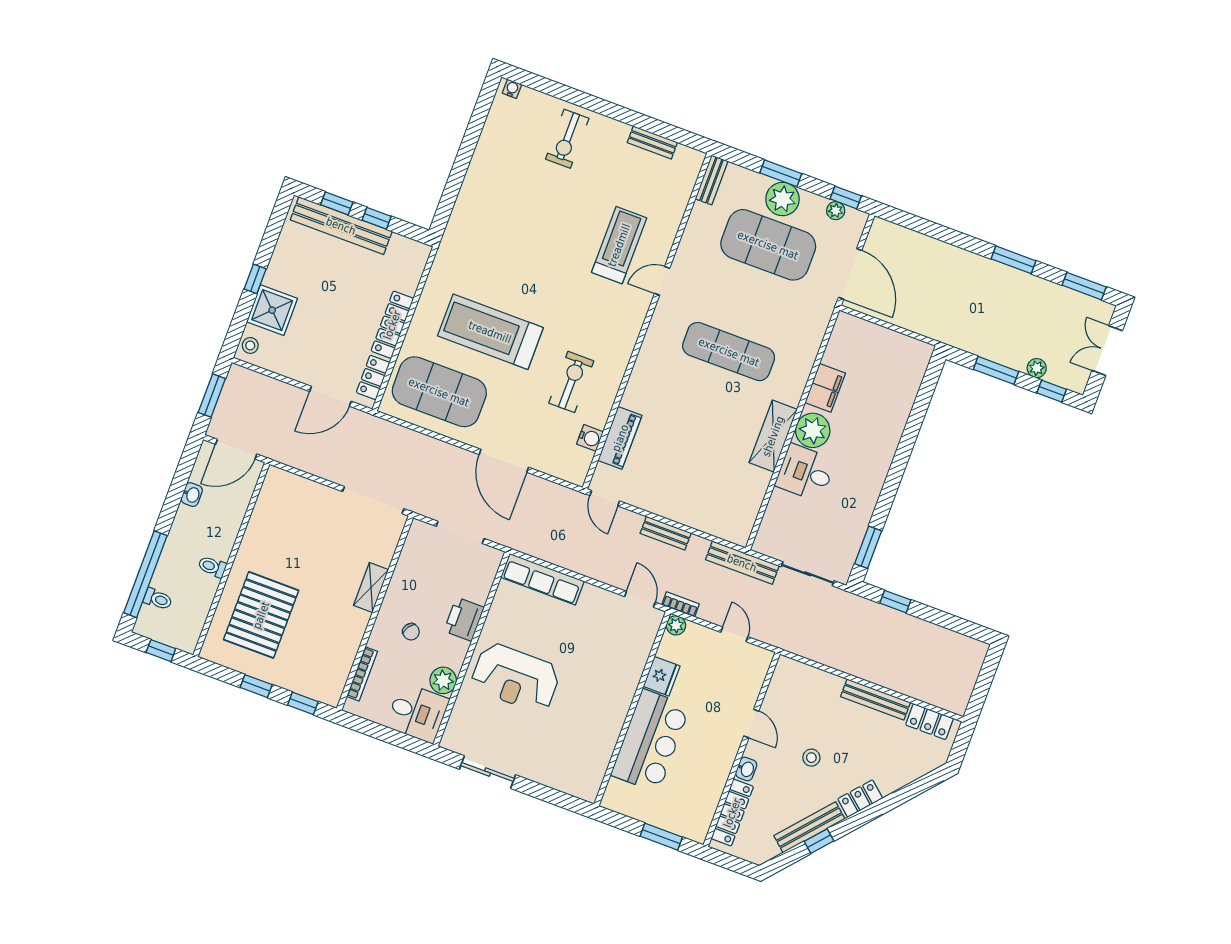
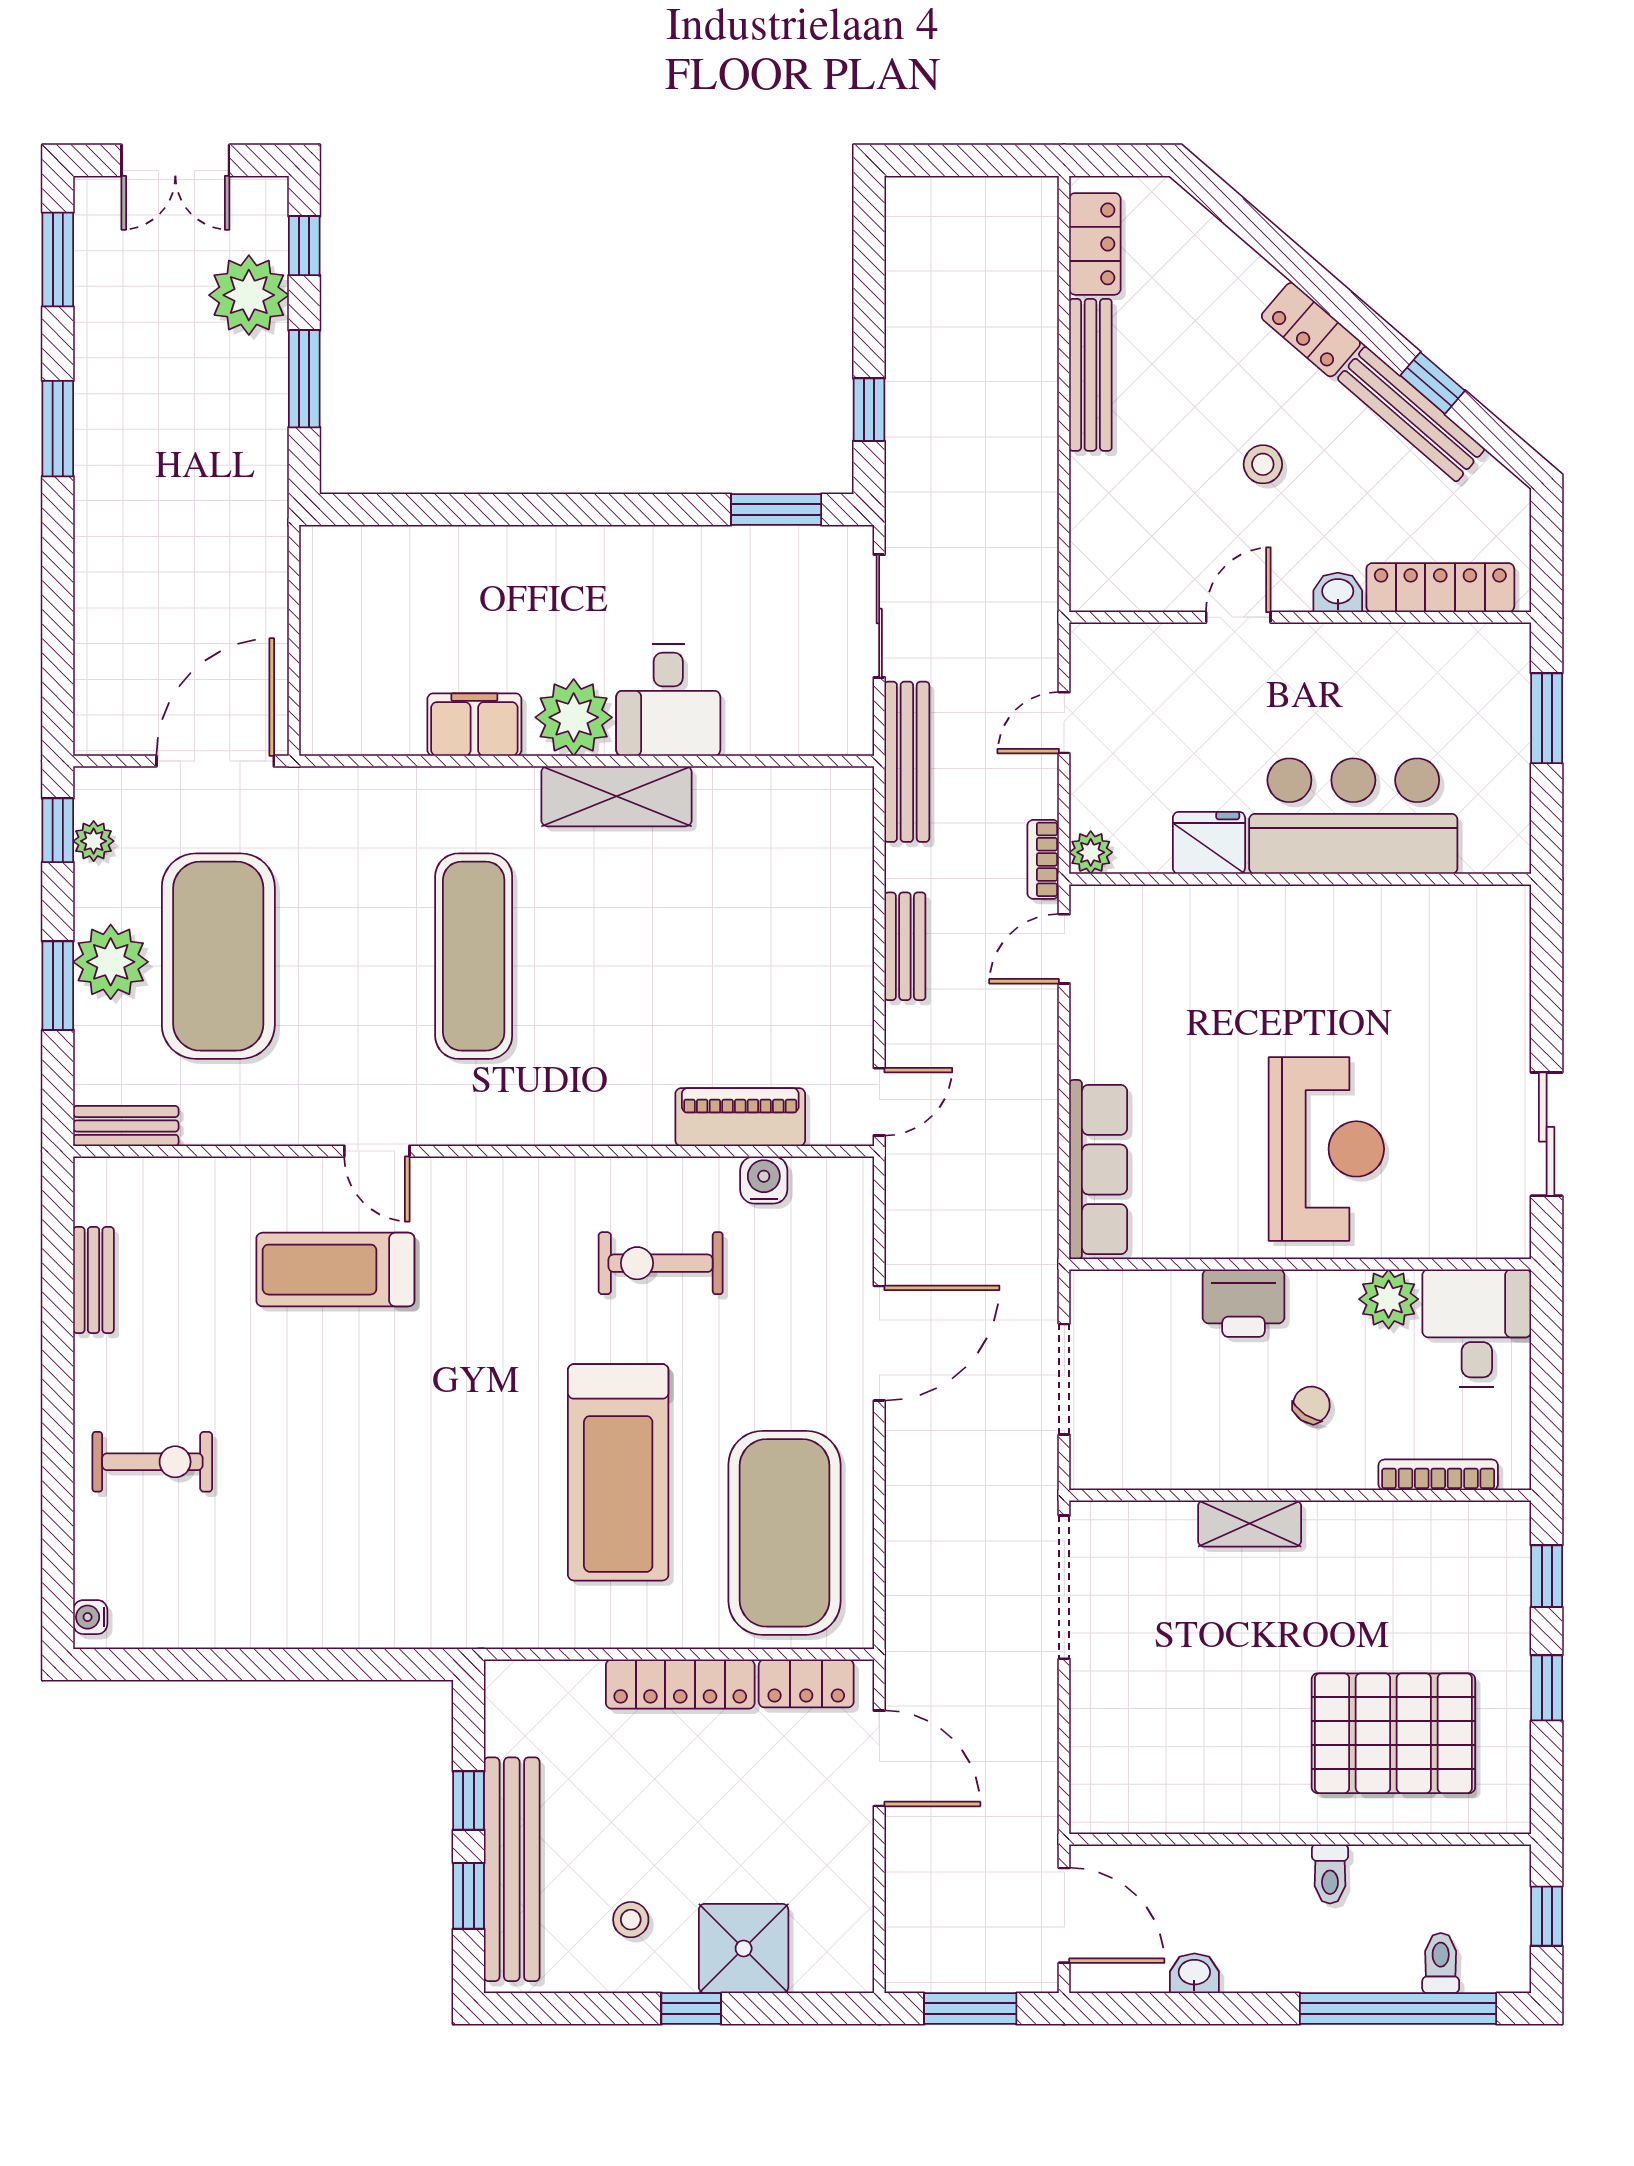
stool: (250, 345) -> (631, 1920), moved
plant: (1037, 368) -> (249, 295), width x1.87, depth x1.87

